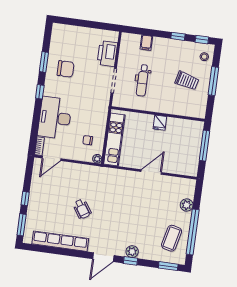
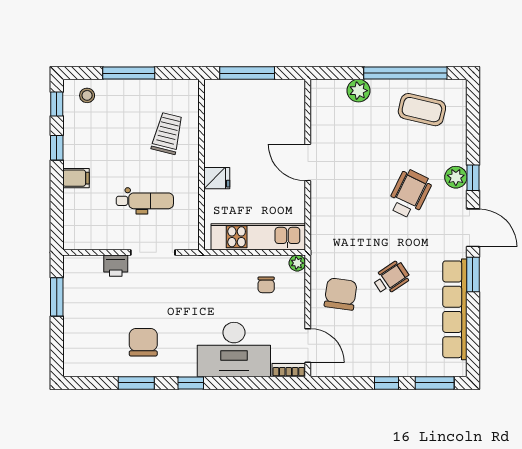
window: (97, 25) -> (57, 297), added
filing cabinet: (146, 43) -> (76, 178), moved
printer: (107, 54) -> (116, 266), width x0.53, depth x0.68
trolley: (187, 81) -> (167, 133), moved
fridge: (160, 123) -> (217, 178), moved
chair: (77, 180) -> (341, 294), added
wheelchair: (127, 225) -> (410, 194), added
window: (168, 266) -> (473, 274), moved

